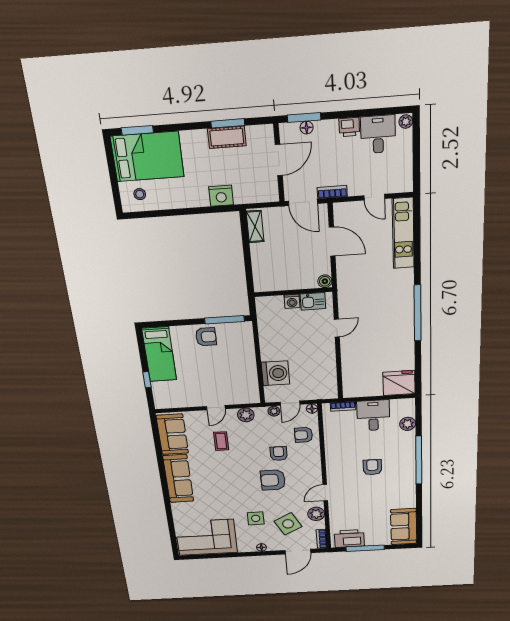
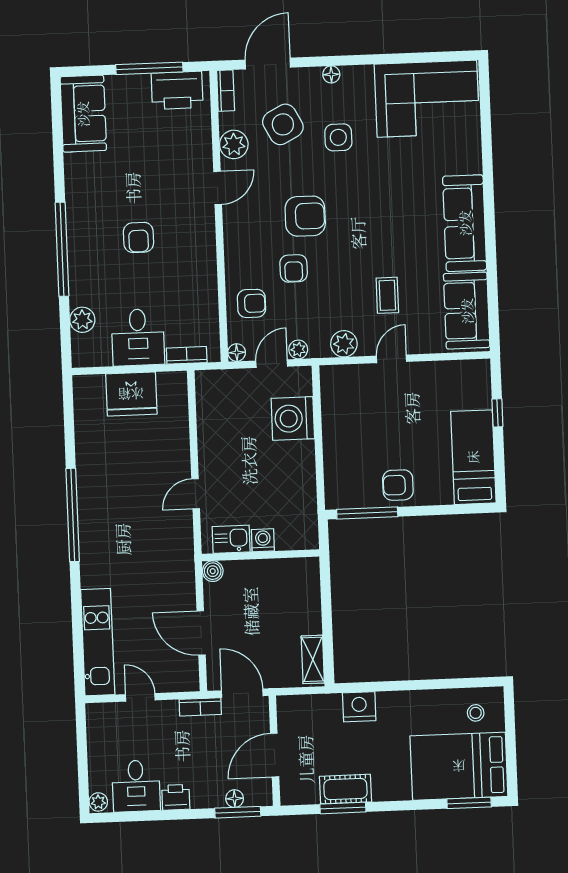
fridge: (399, 383) -> (131, 394), moved

